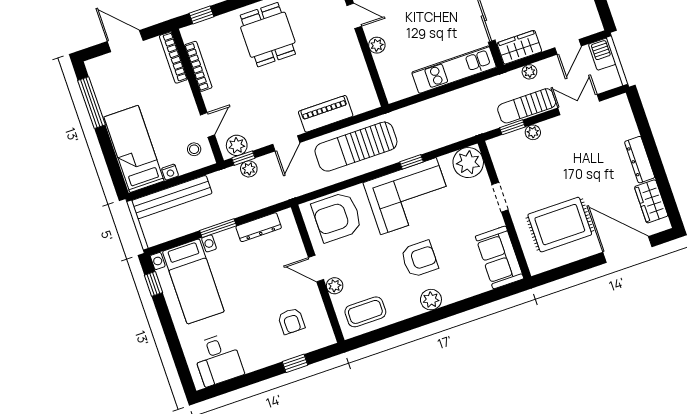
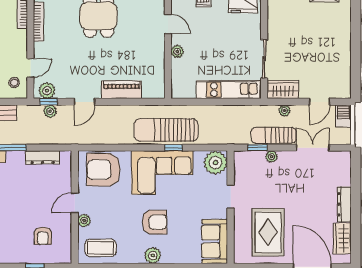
sun lounger: (356, 147) -> (166, 130), moved
rug: (560, 225) -> (268, 232), turned 90
door: (316, 268) -> (75, 203), hinge flipped

